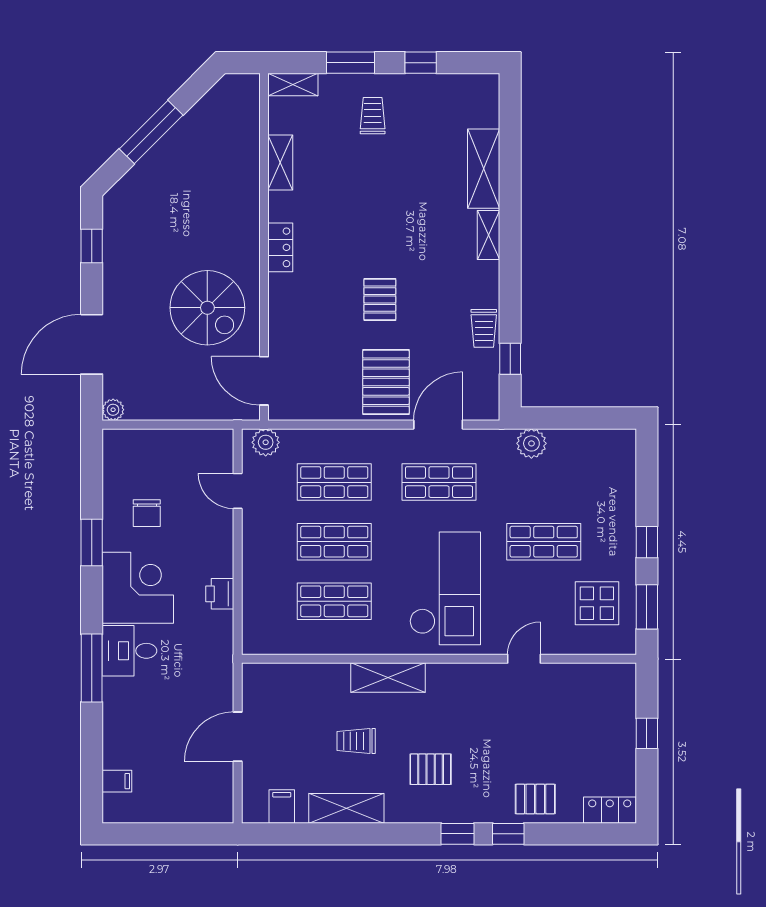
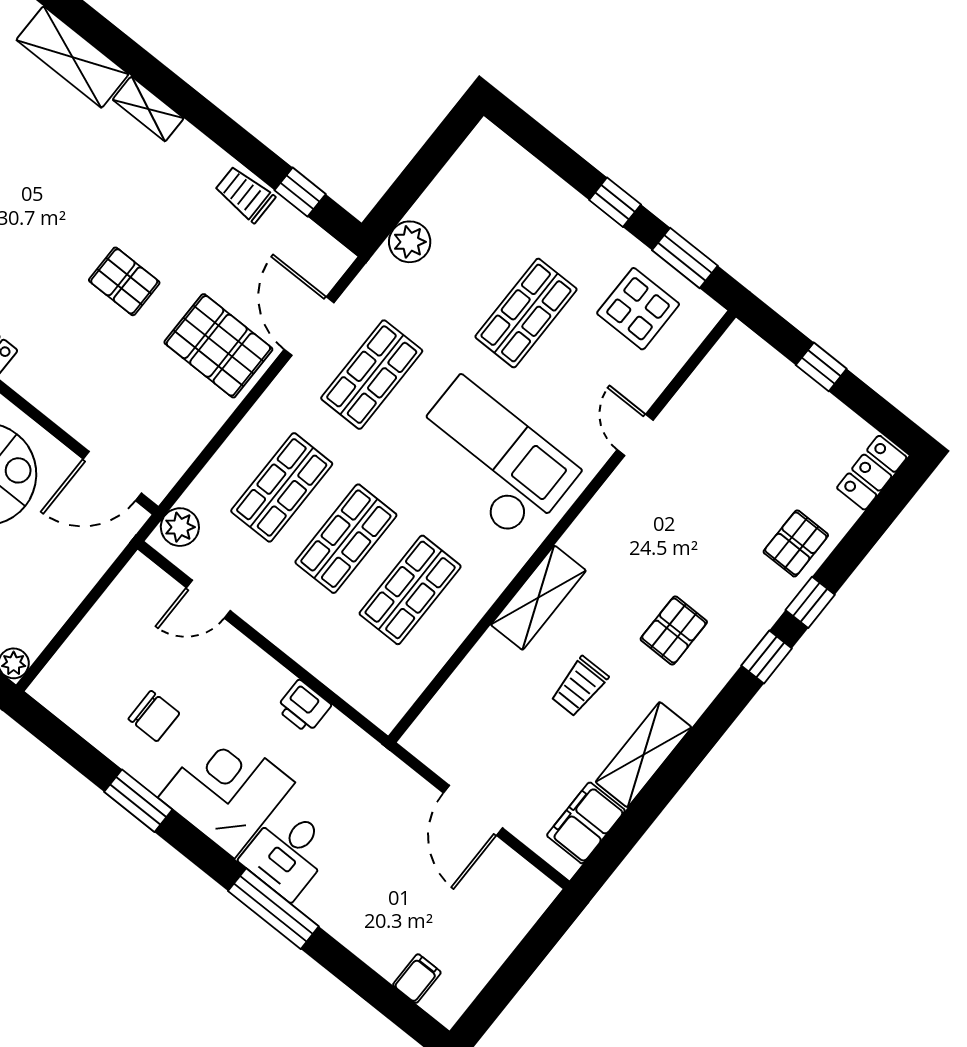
trolley: (484, 328) -> (245, 194), turned 180
filing cabinet: (282, 806) -> (586, 823), width x2.00

